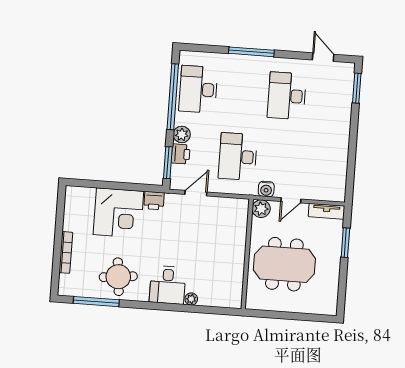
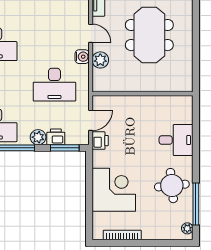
door: (196, 193) -> (91, 120), swing flipped
printer: (154, 201) -> (100, 141), moved
bookcase: (66, 252) -> (122, 235), moved
wall: (247, 254) -> (143, 94), moved
plant: (191, 299) -> (187, 228), moved

